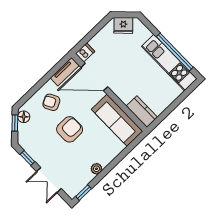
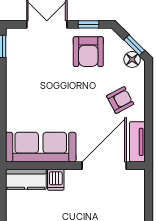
dishwasher: (85, 52) -> (56, 180), moved
armchair: (70, 129) -> (88, 52), moved
plant: (96, 169) -> (13, 81), removed

